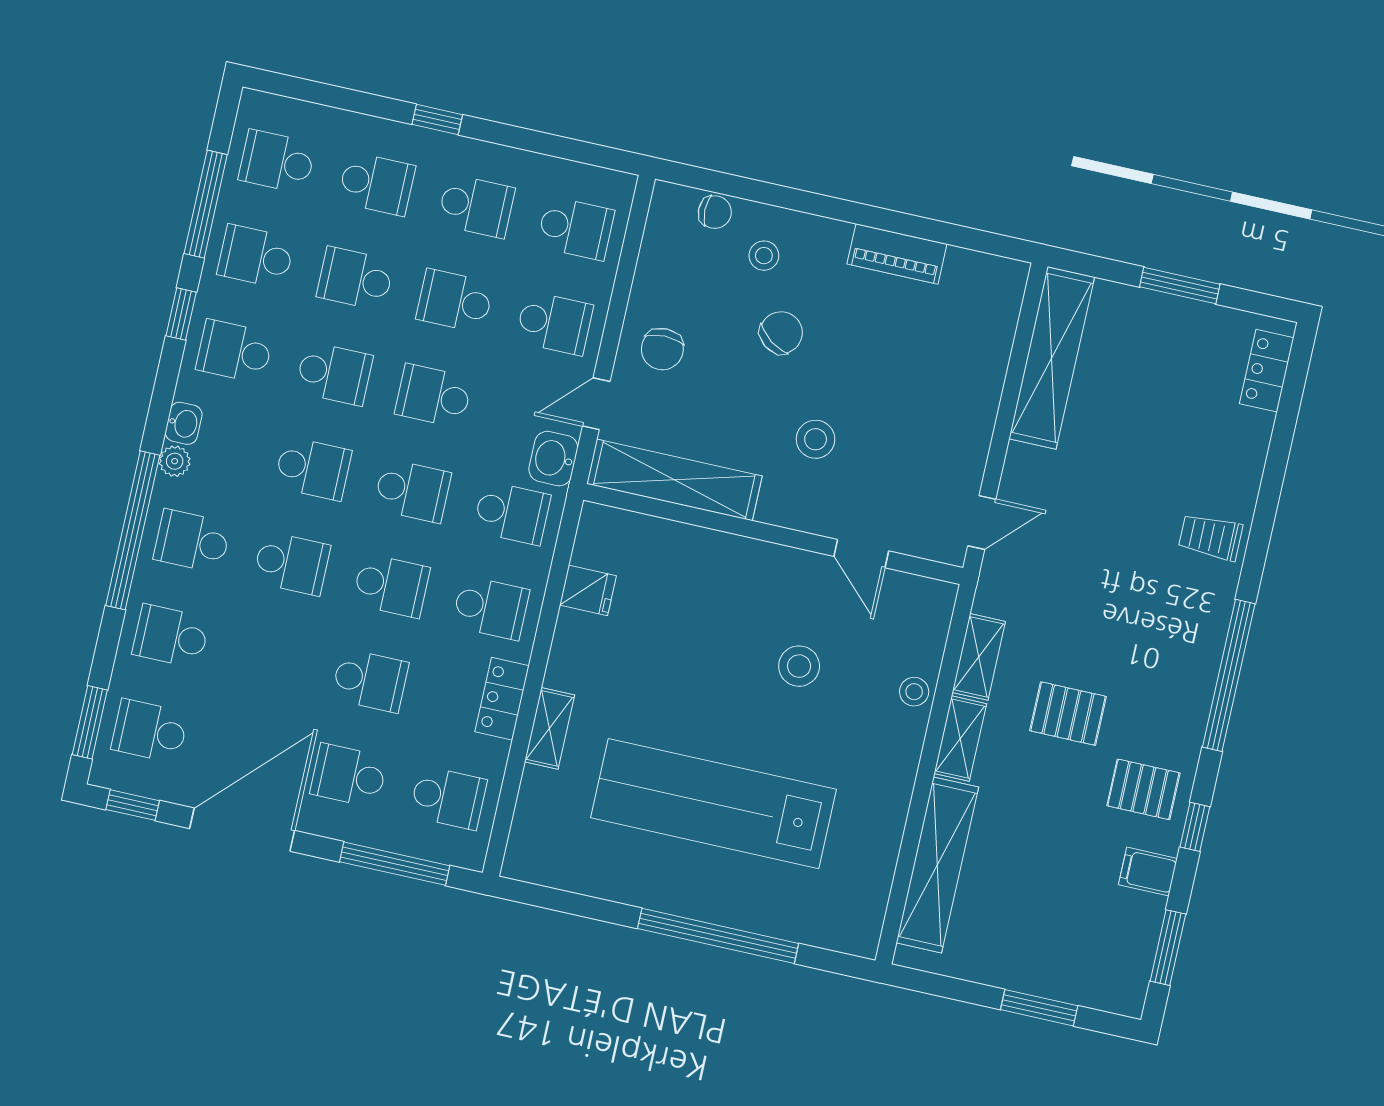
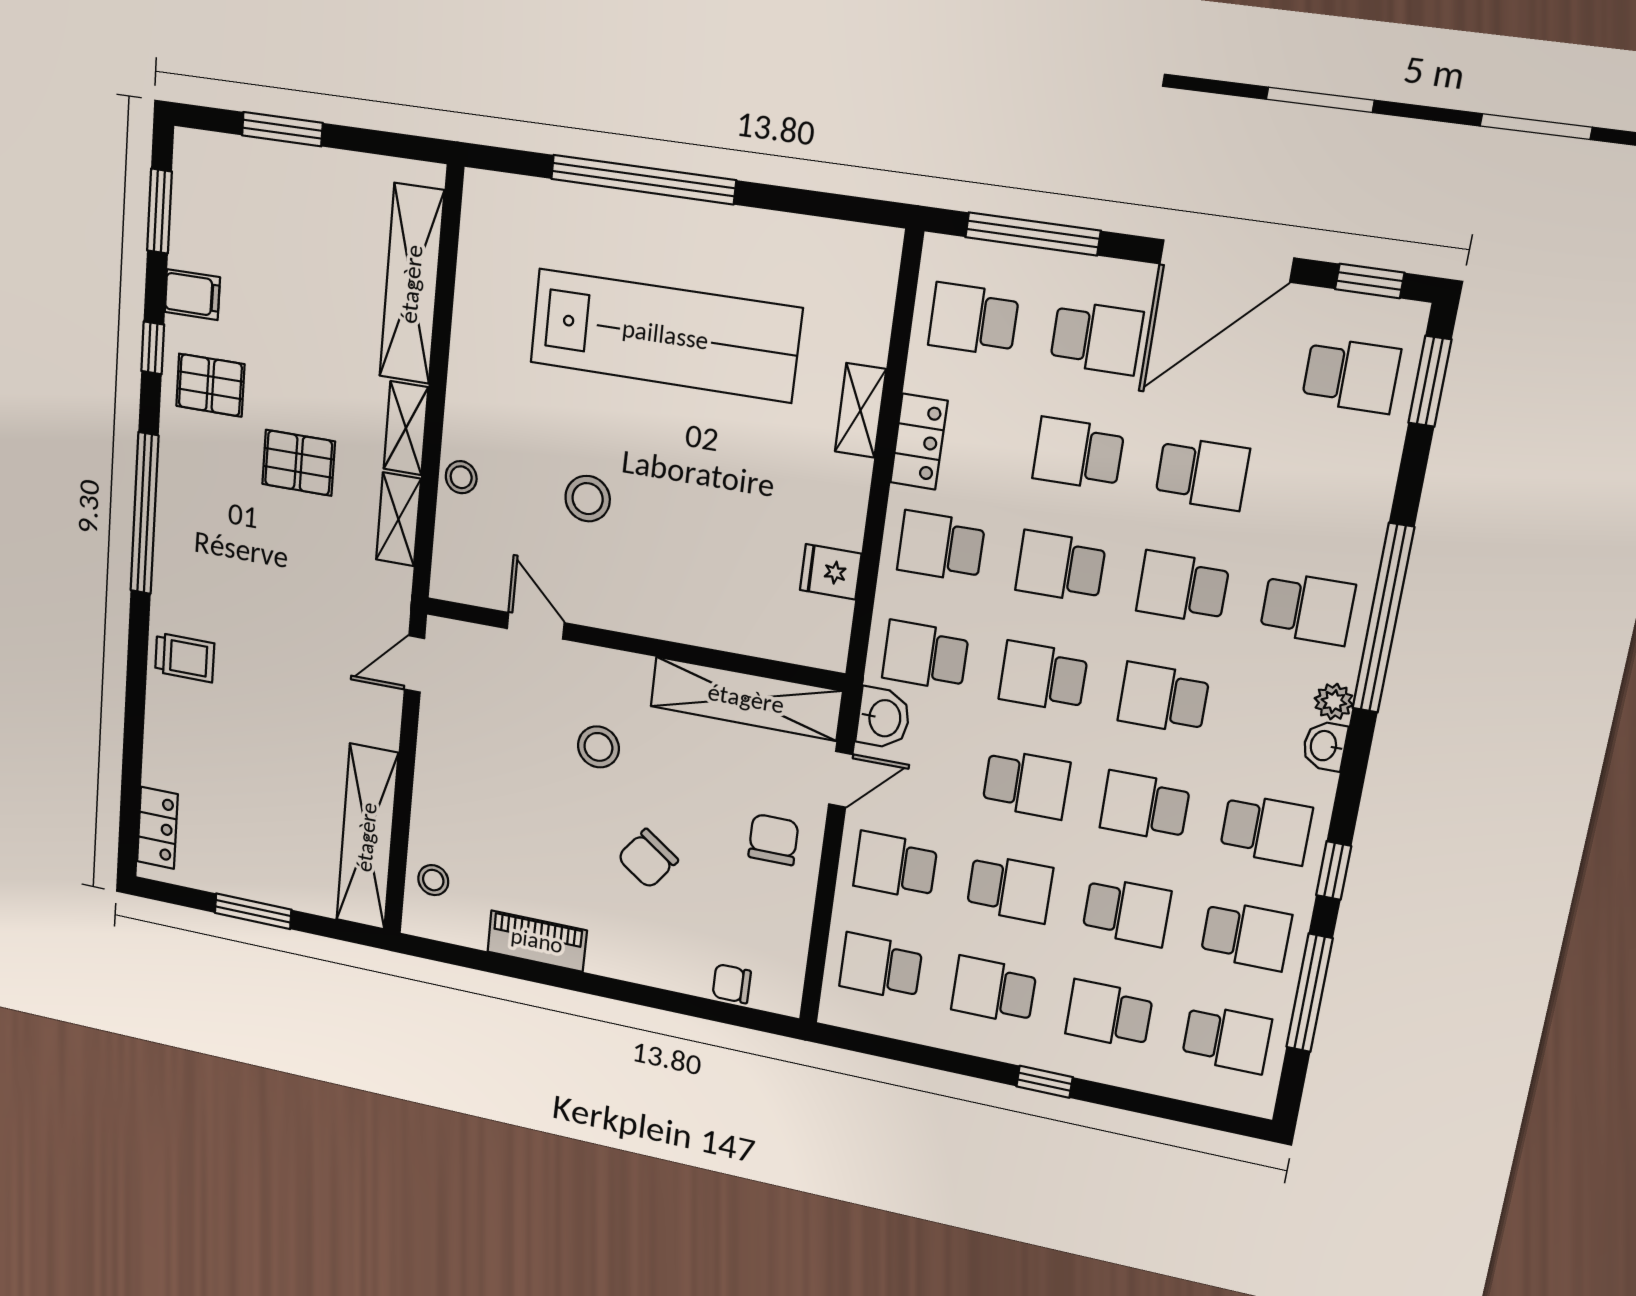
stool: (764, 256) -> (433, 880), moved
school desk: (171, 636) -> (1202, 473), moved

